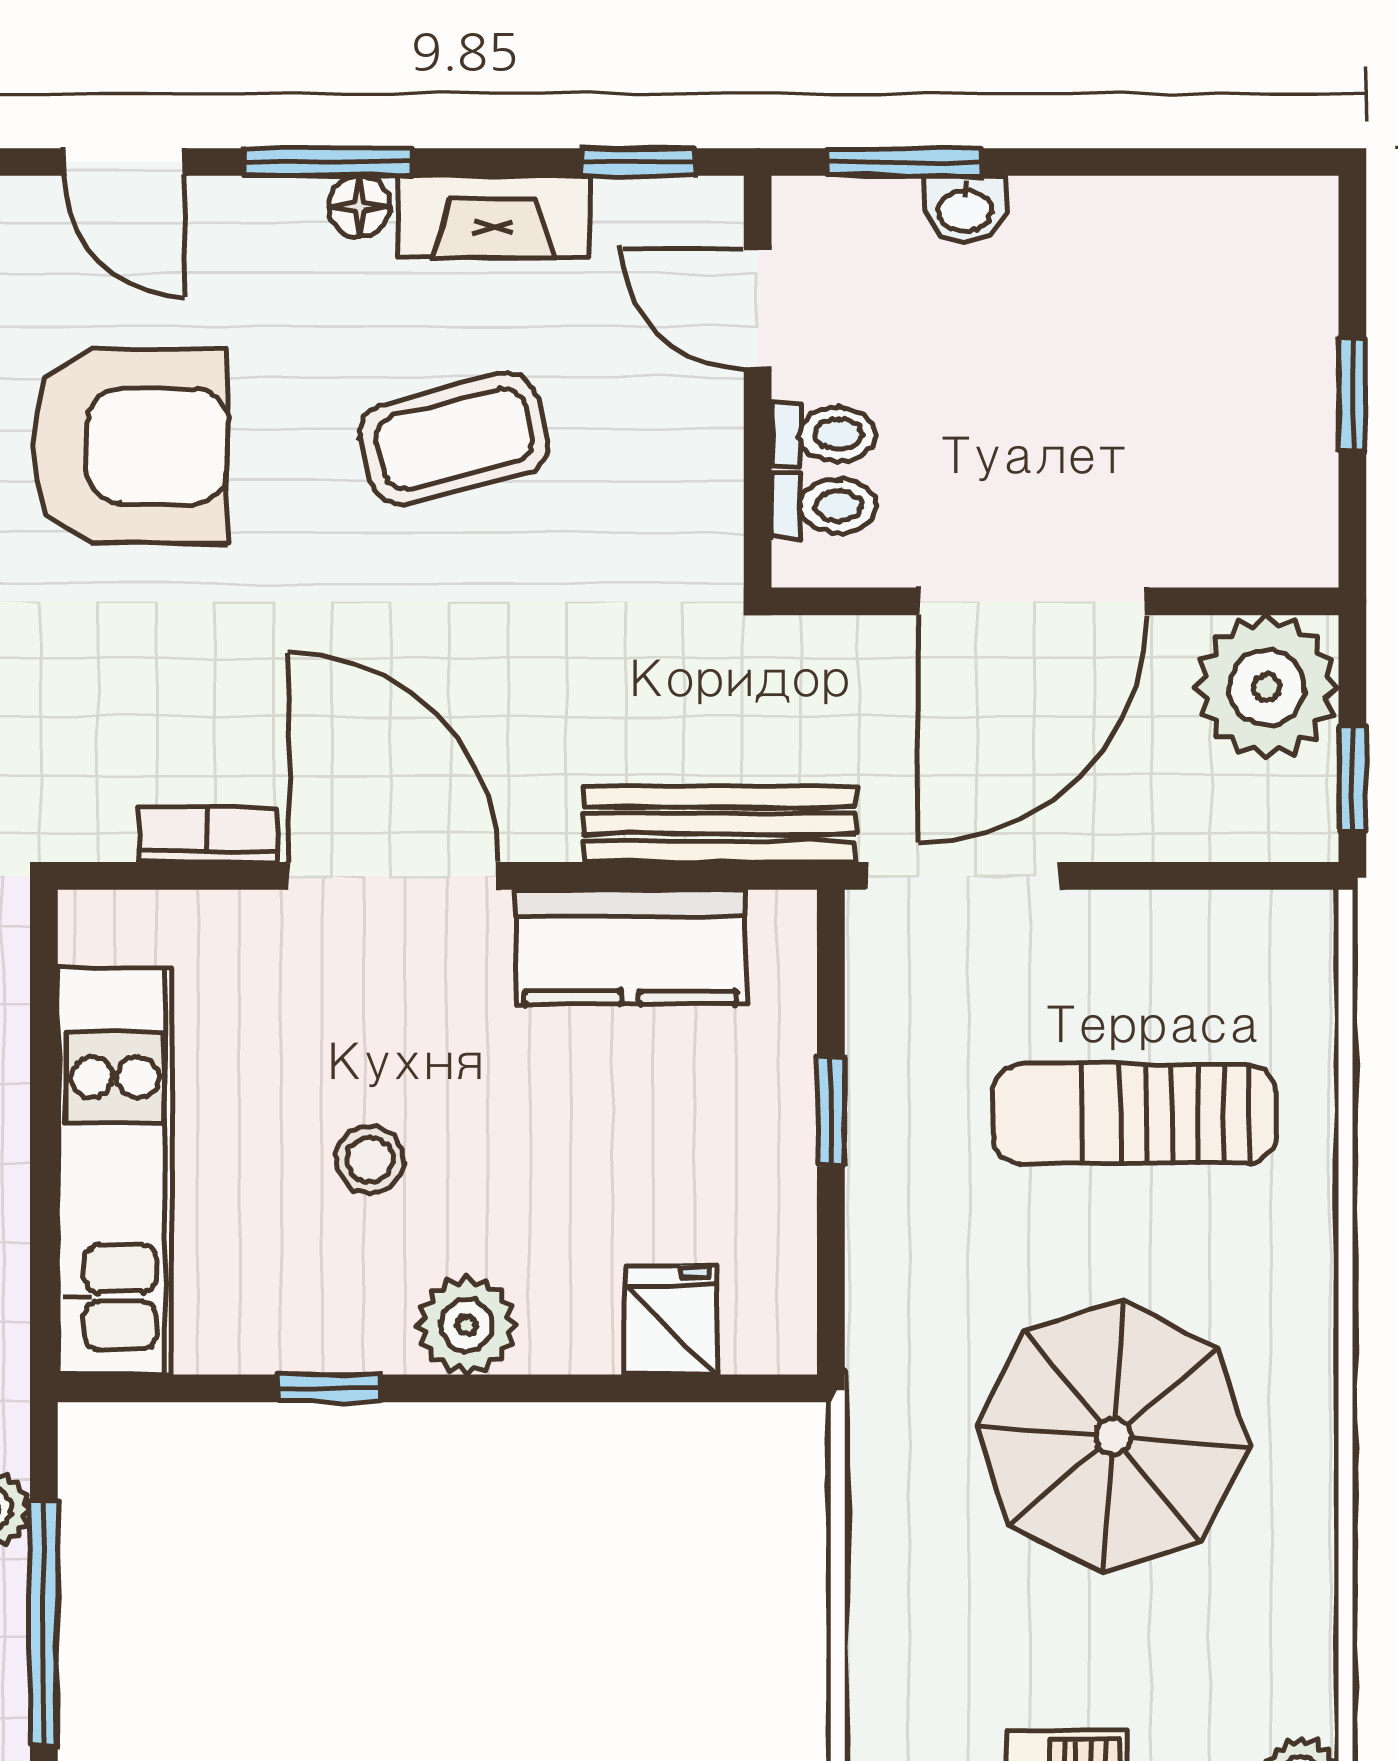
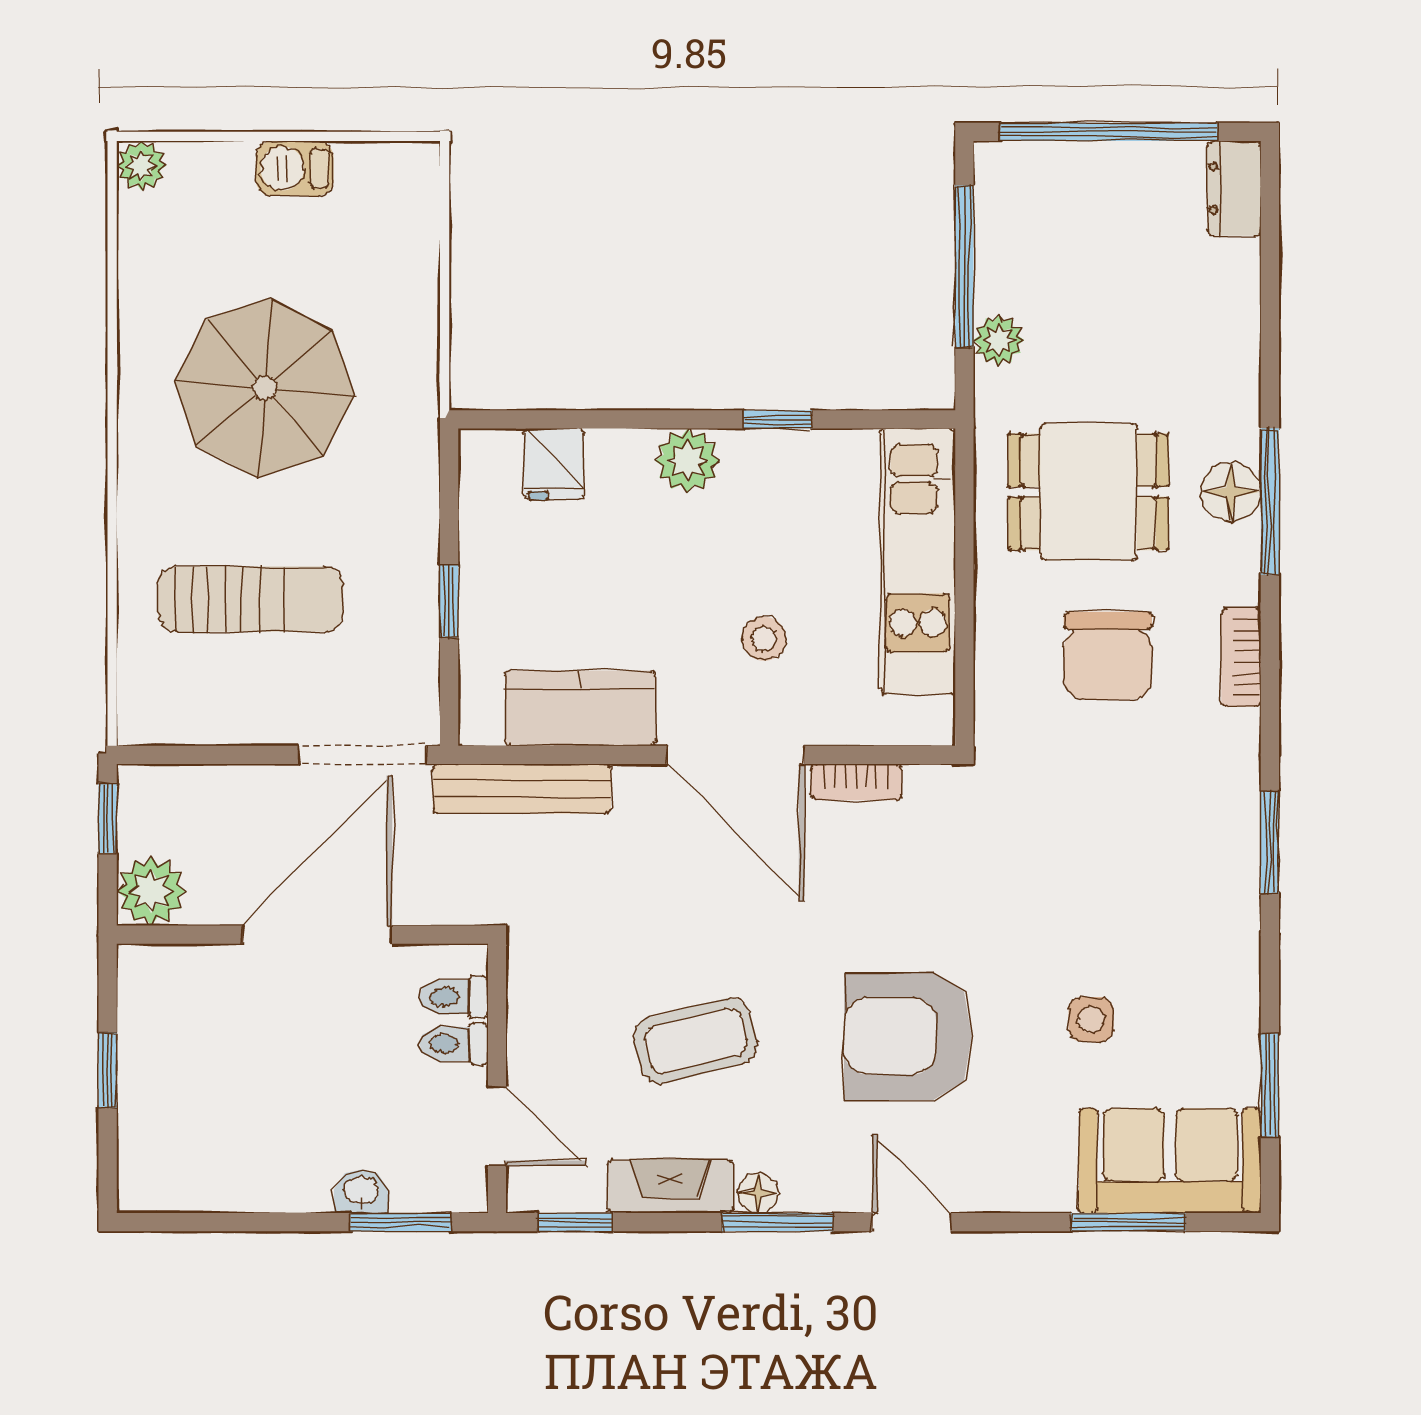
plant: (1267, 687) -> (151, 891), width x0.73, depth x0.73
stool: (370, 1160) -> (764, 639), moved

